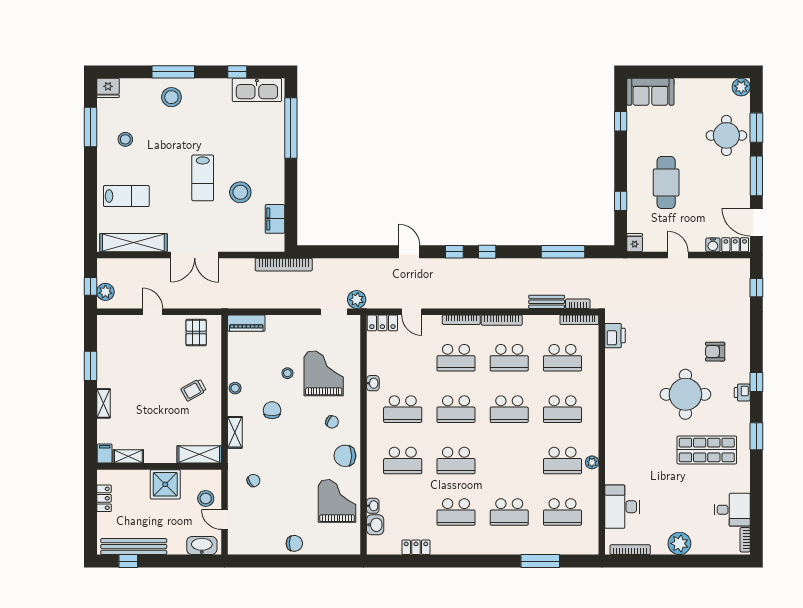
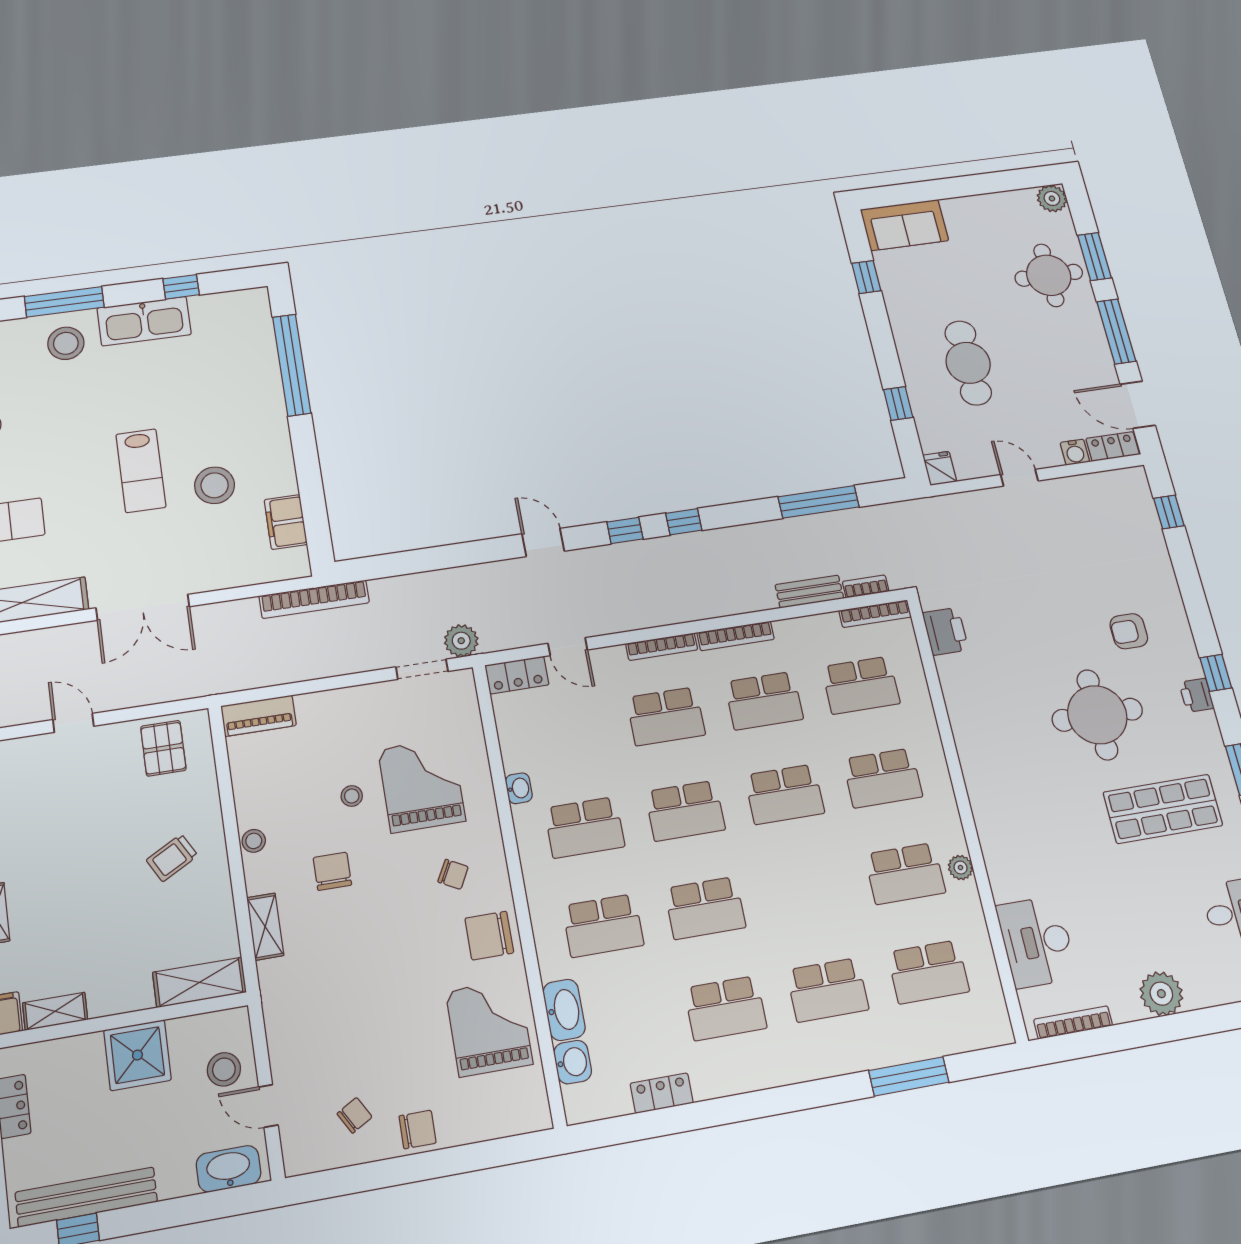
kitchen sink: (257, 90) -> (144, 321), moved
chair: (253, 481) -> (355, 1115), moved
washbasin: (373, 506) -> (564, 1010), width x1.91, depth x1.45

